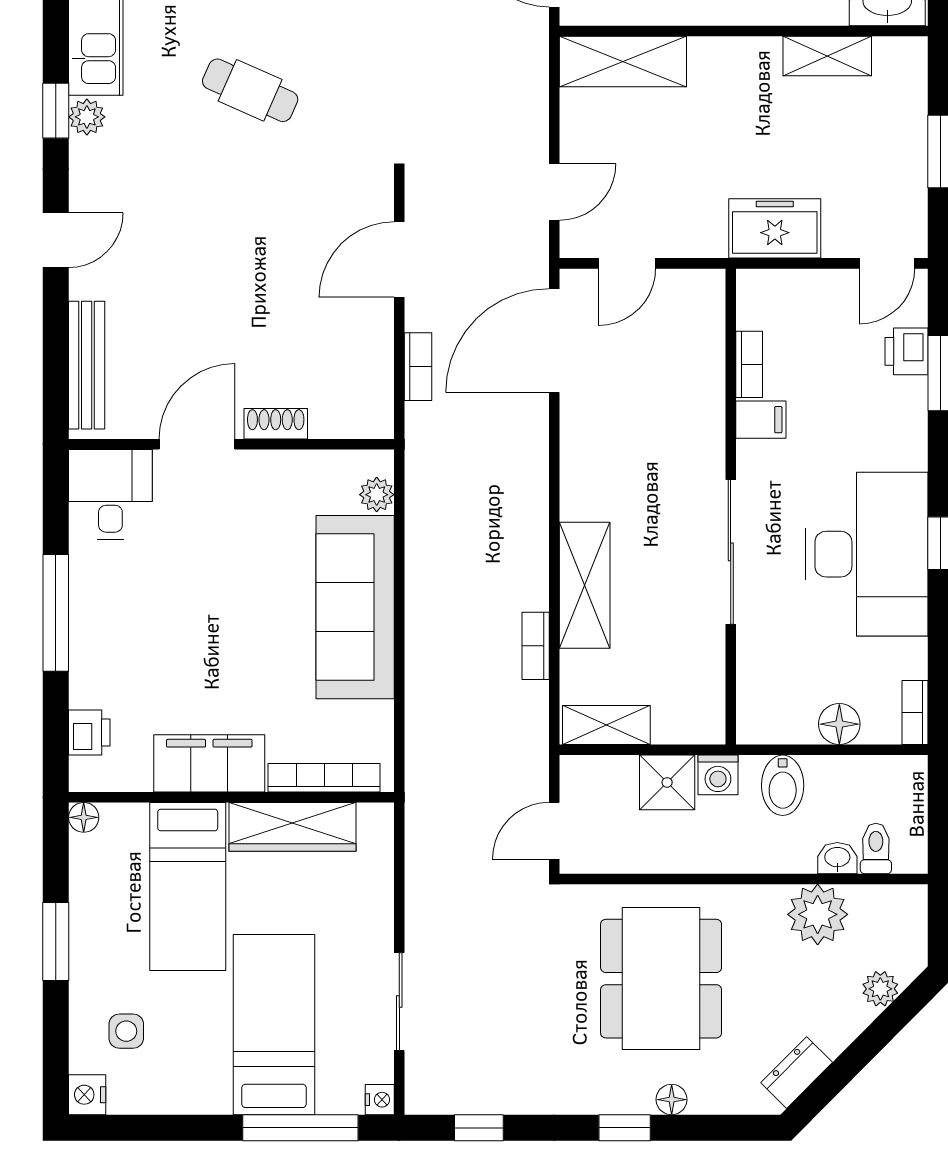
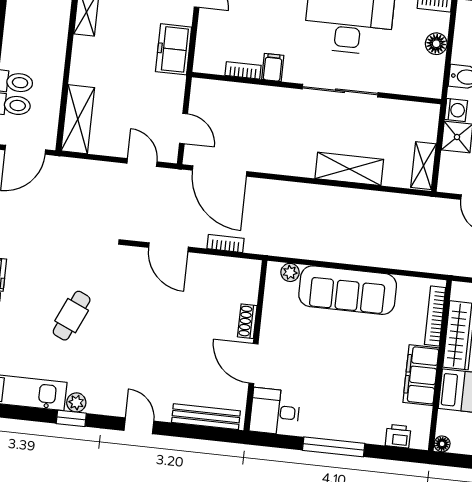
bookcase: (536, 646) -> (378, 198), removed

